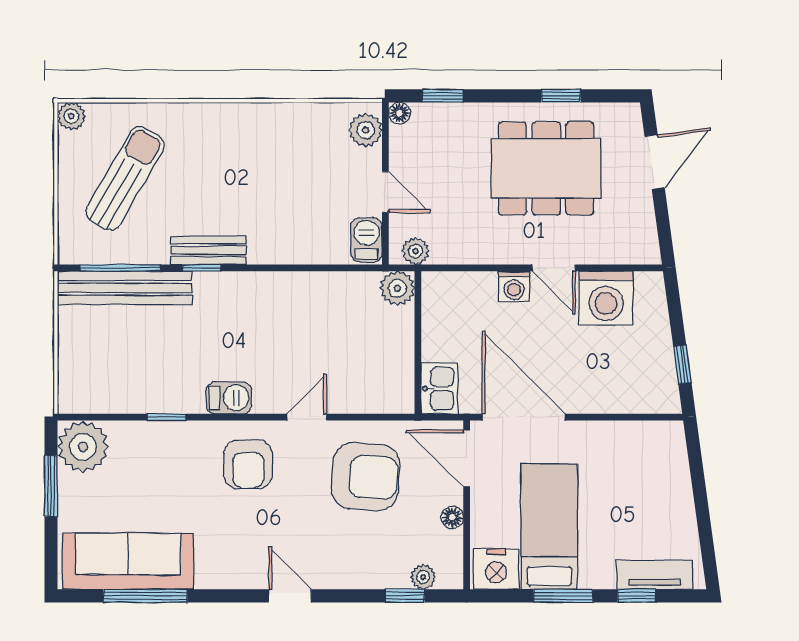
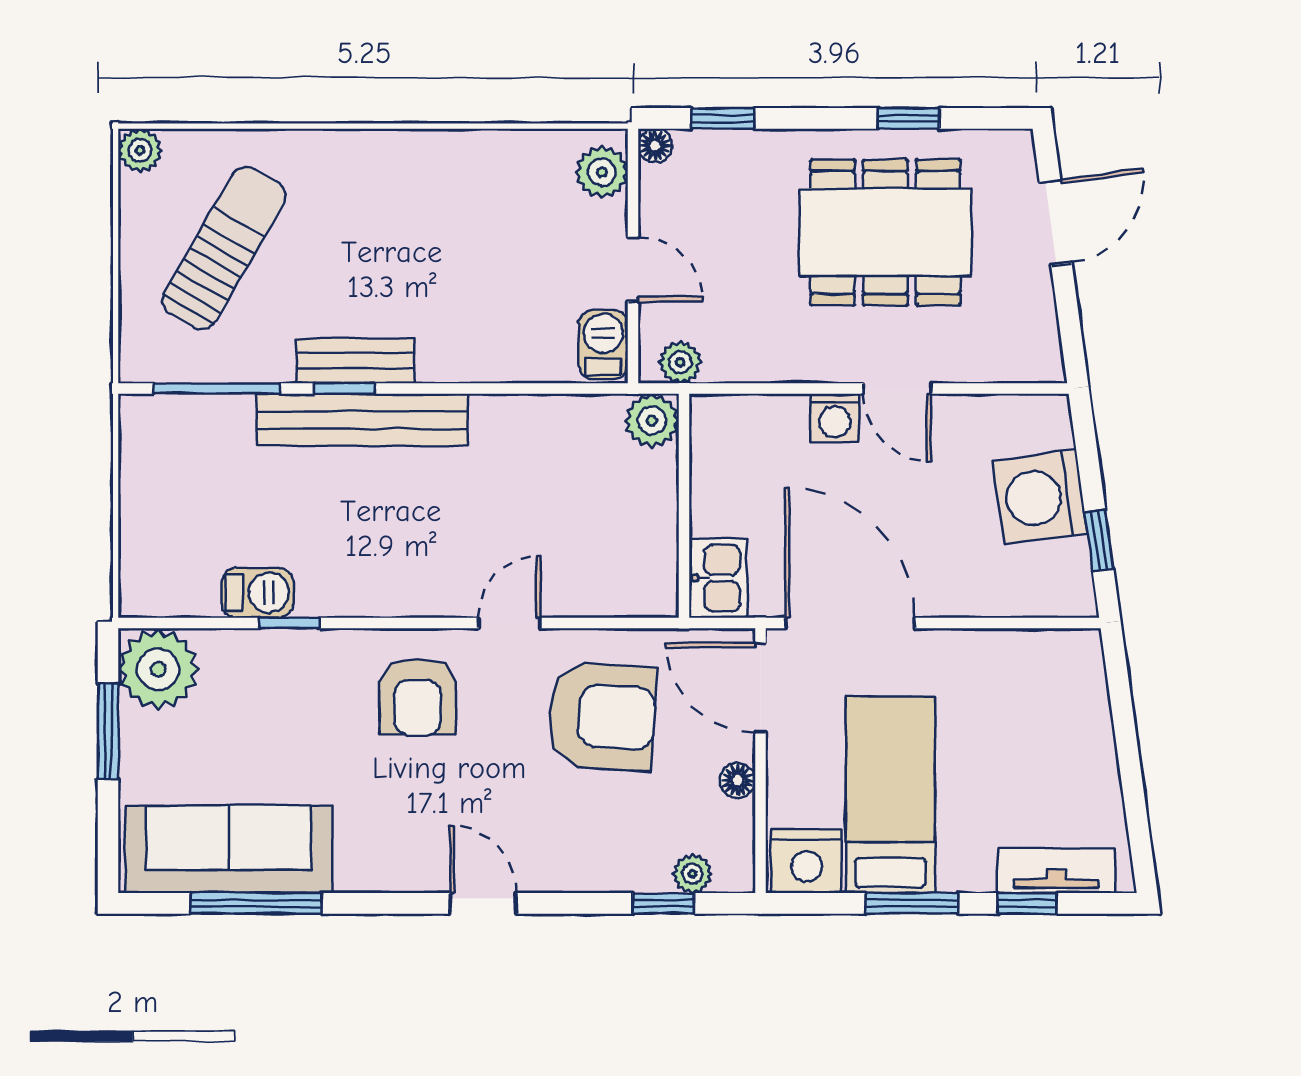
bench: (125, 288) -> (362, 420), moved
washing machine: (606, 298) -> (1040, 497), moved, turned 82
barbecue: (229, 398) -> (257, 593), moved

